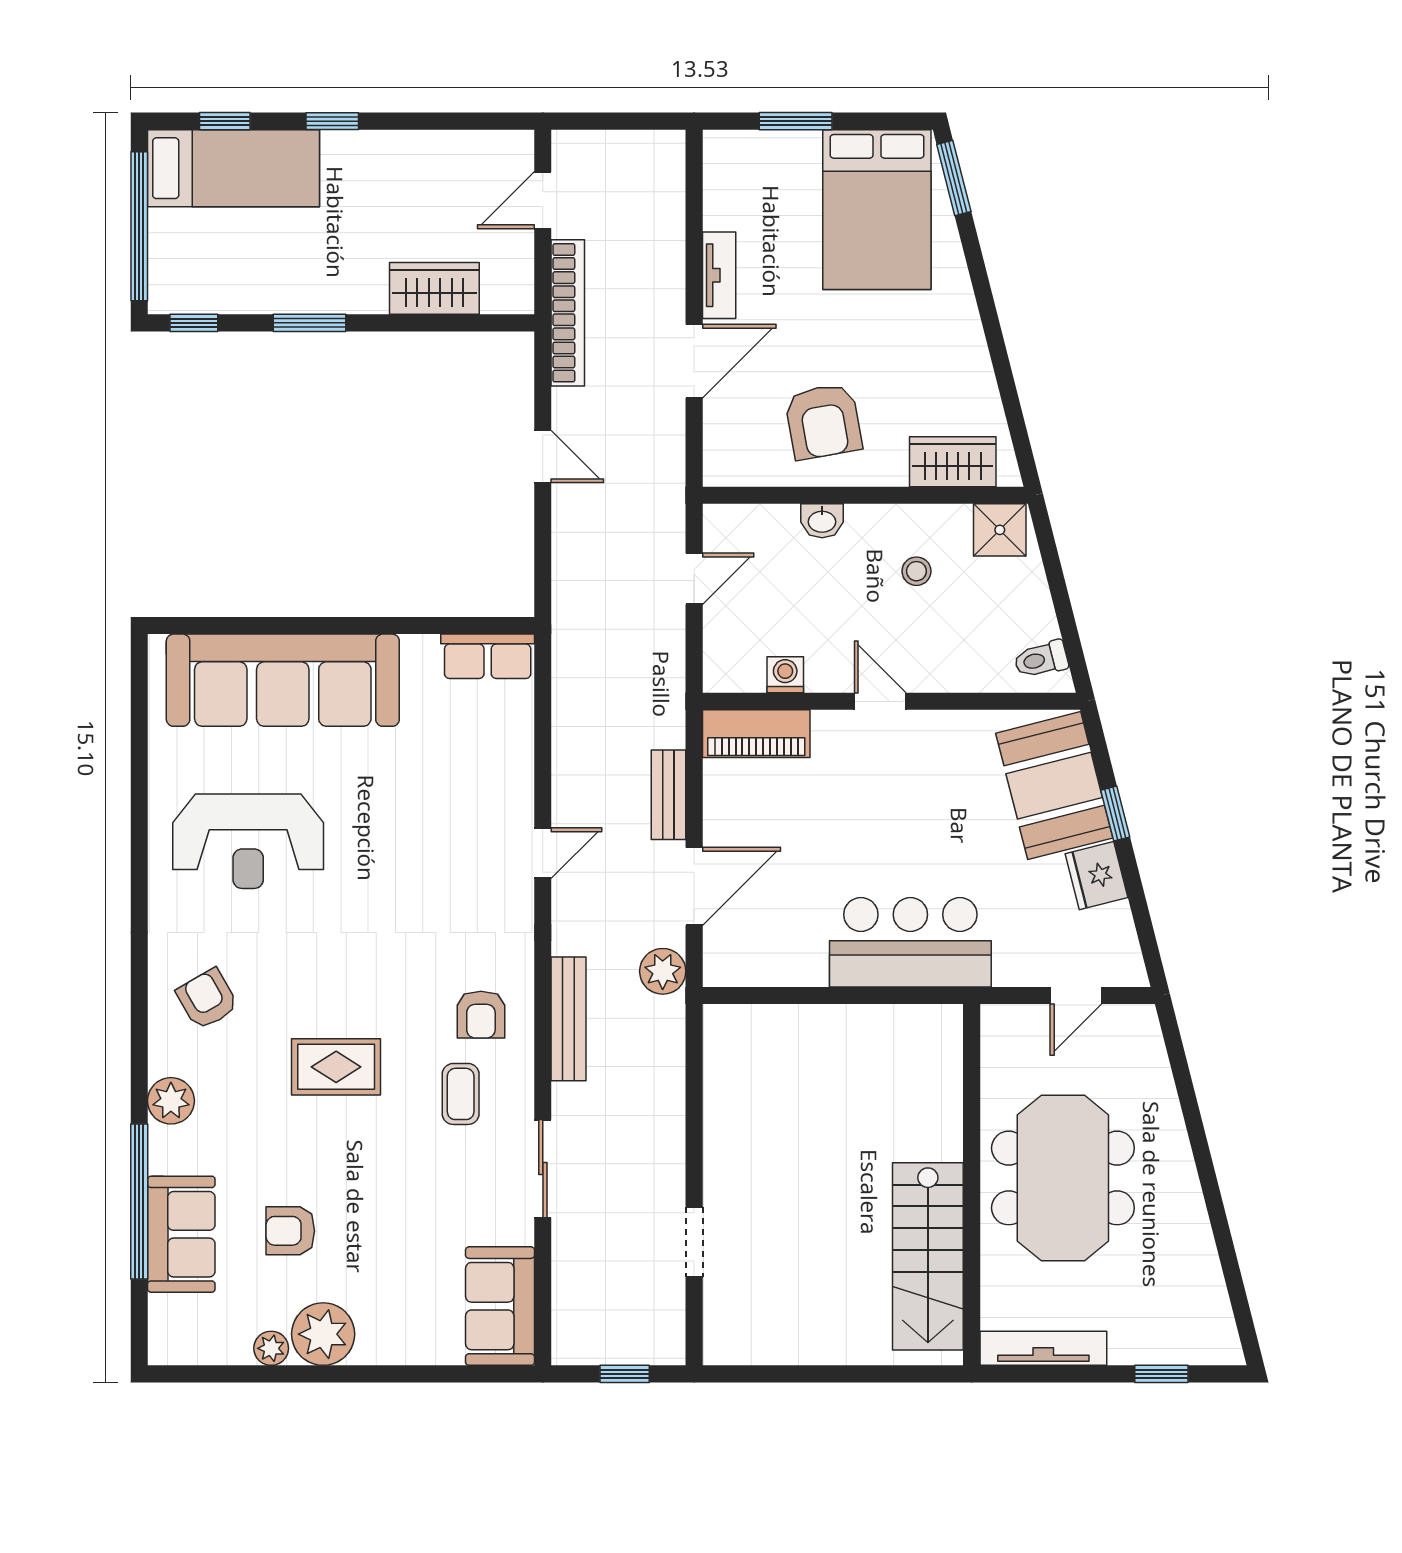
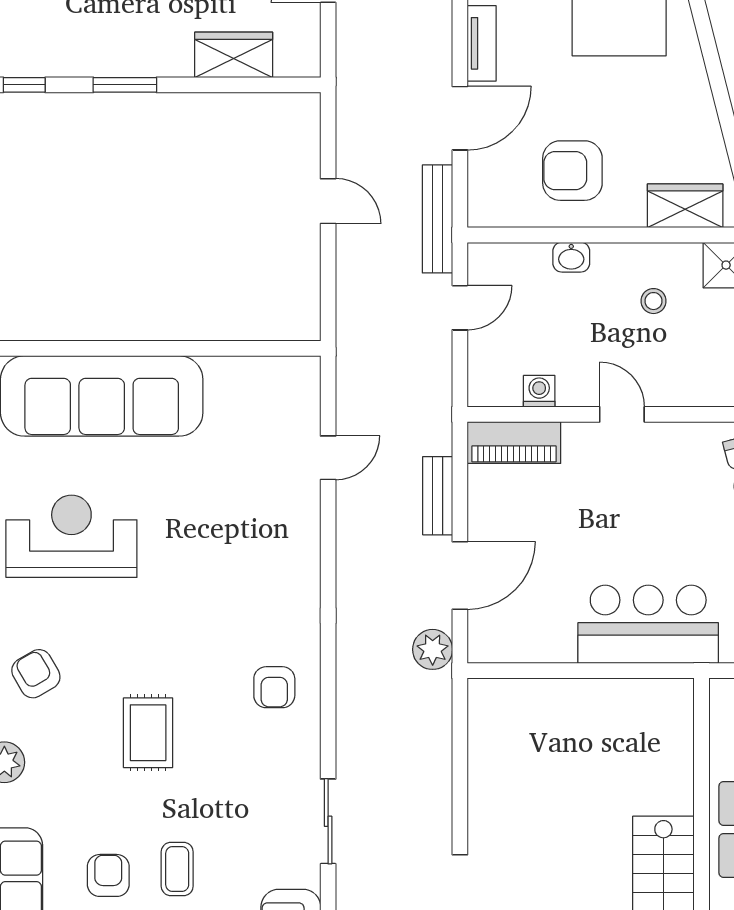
bookcase: (568, 313) -> (350, 76), removed
armchair: (823, 421) -> (572, 171), turned 100
row of seats: (488, 656) -> (280, 375), removed
reception desk: (248, 841) -> (71, 536), turned 180
door: (543, 853) -> (328, 458), moved
bench: (569, 1019) -> (437, 219), moved
rug: (336, 1067) -> (148, 733), turned 90
coffee table: (461, 1094) -> (177, 869), moved
armchair: (290, 1231) -> (108, 875), turned 90

